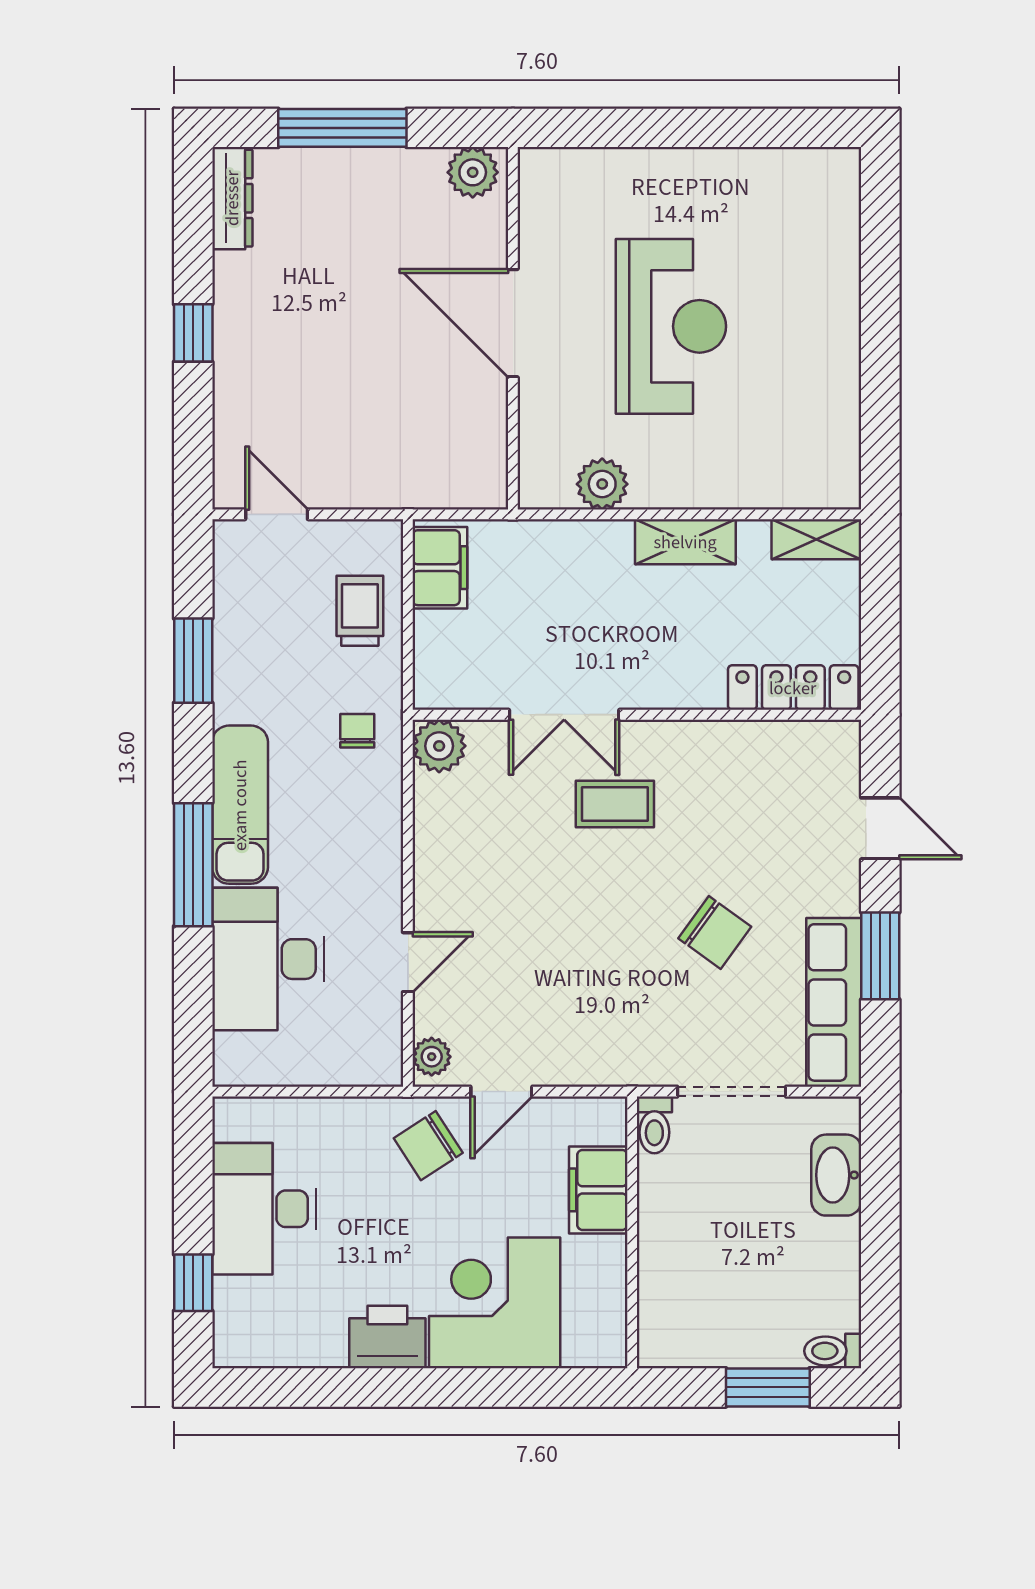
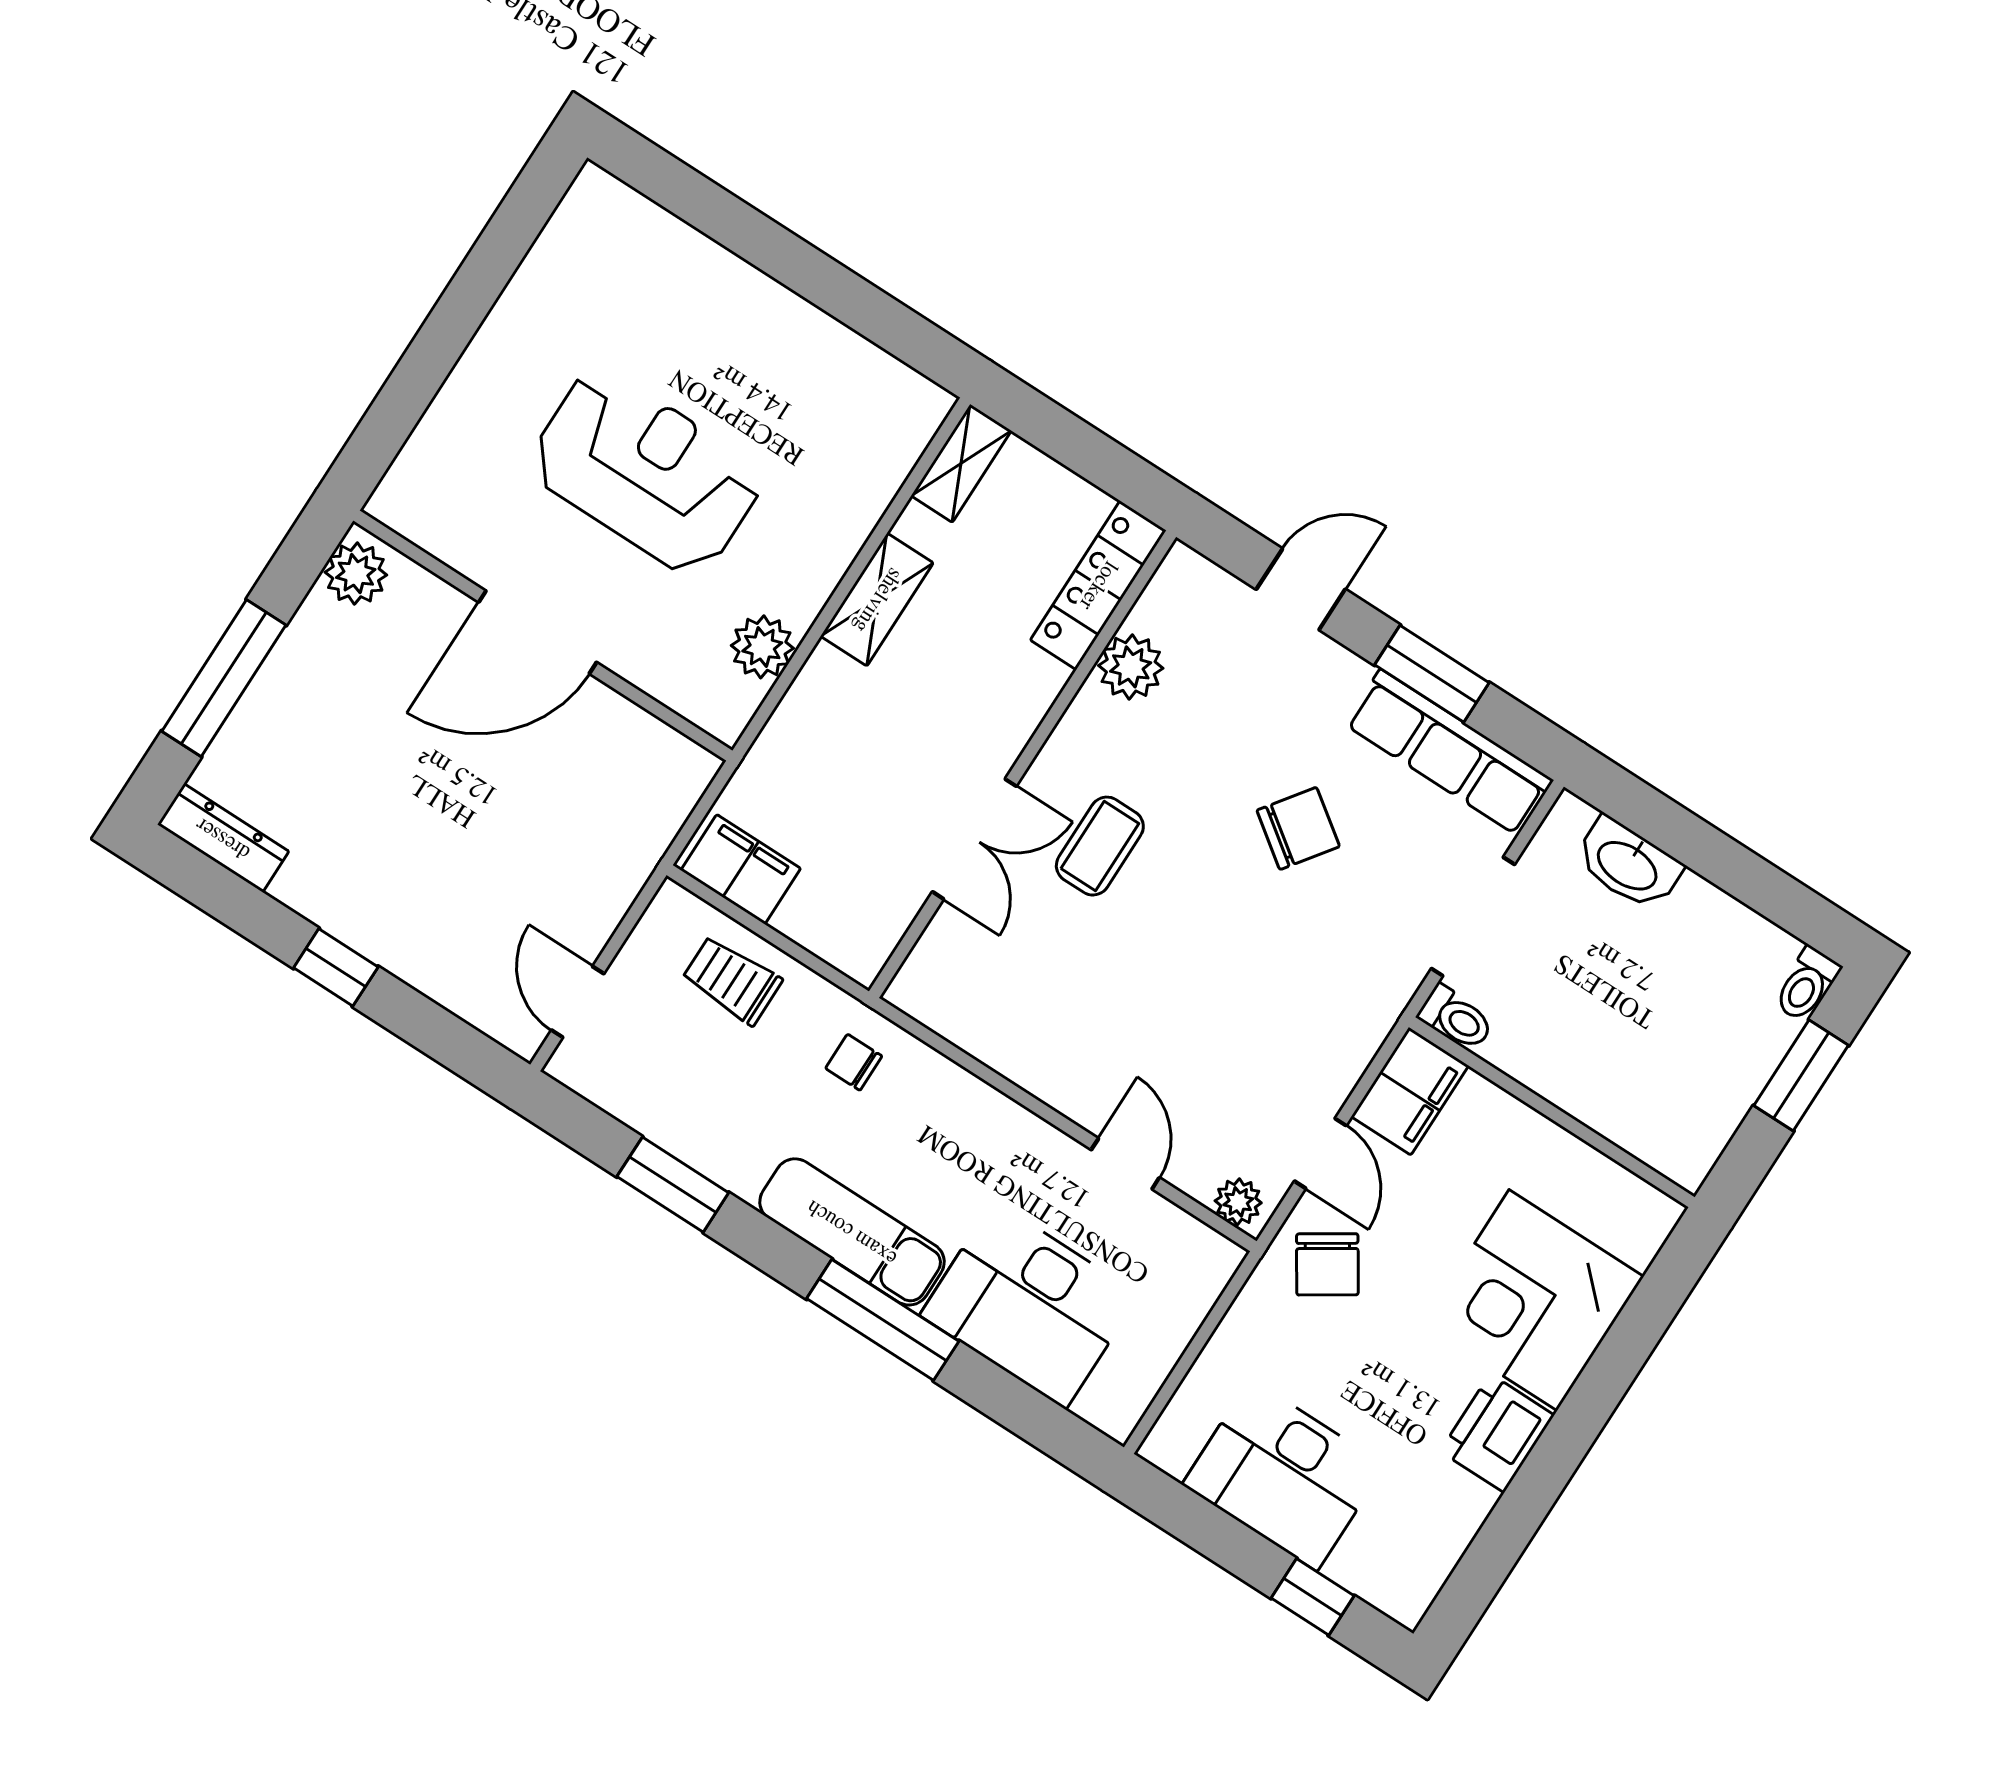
door: (277, 514) -> (578, 1002), hinge flipped
plant: (439, 746) -> (1131, 667), moved
filing cabinet: (598, 1190) -> (1410, 1091), moved, turned -90

